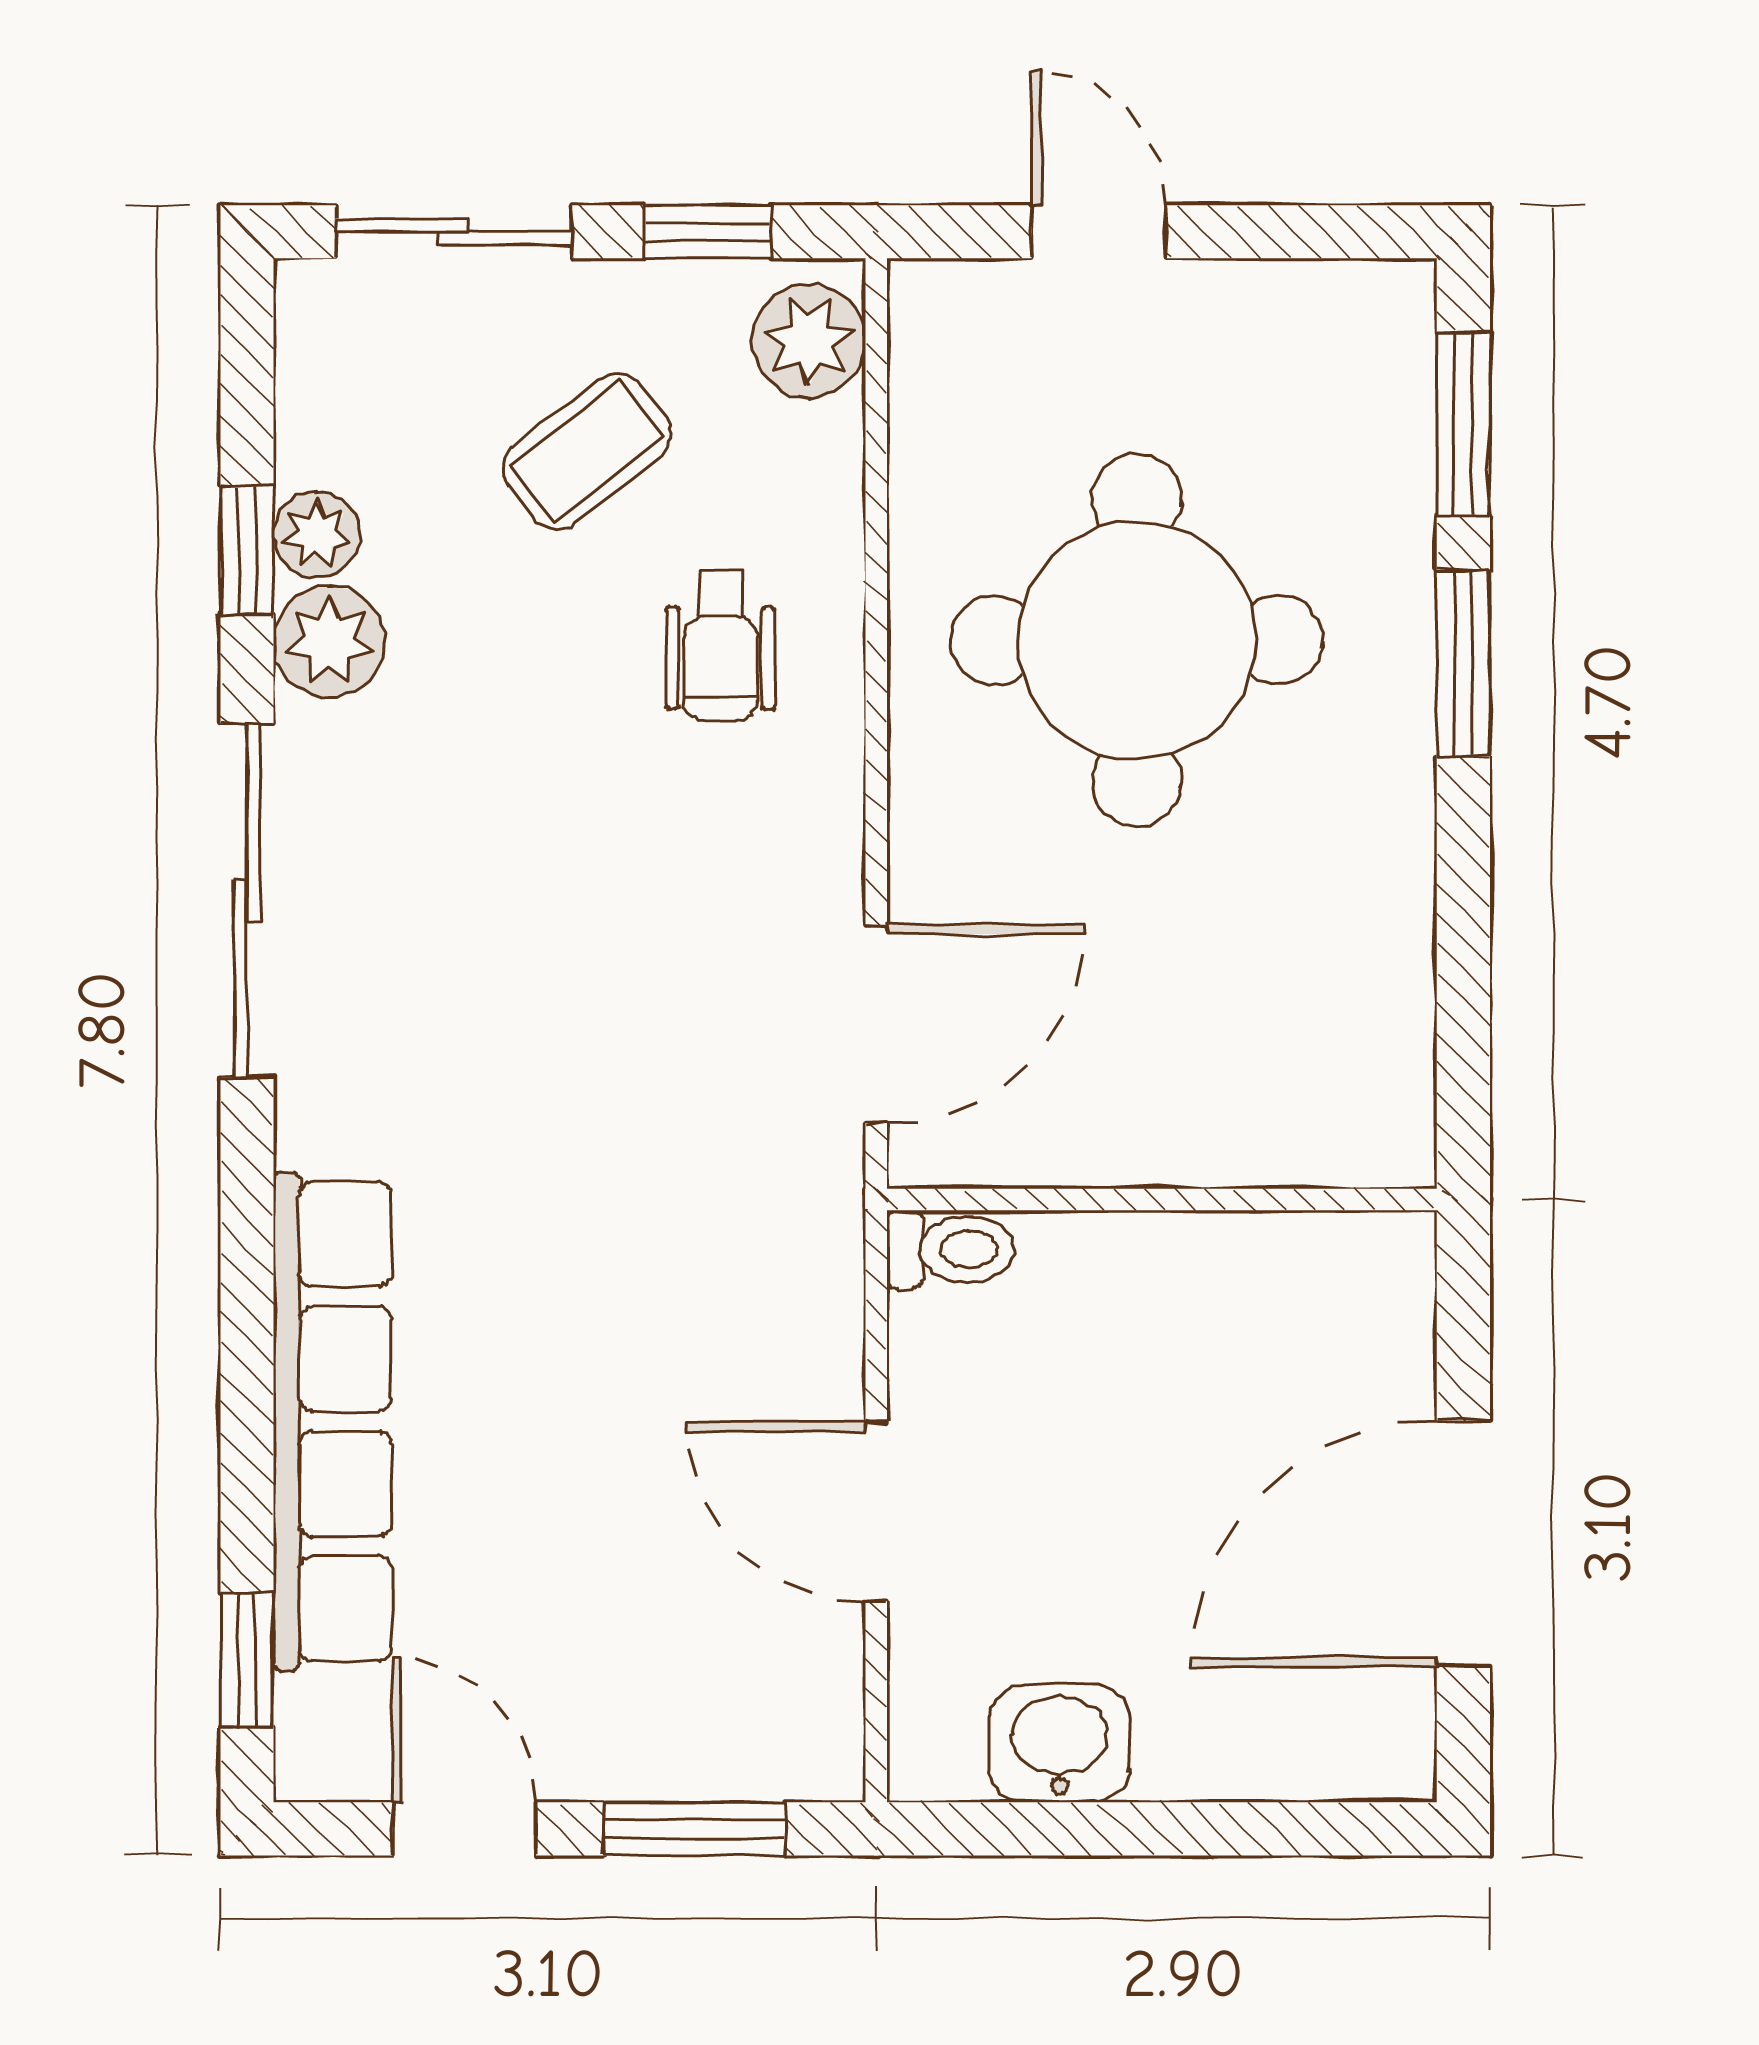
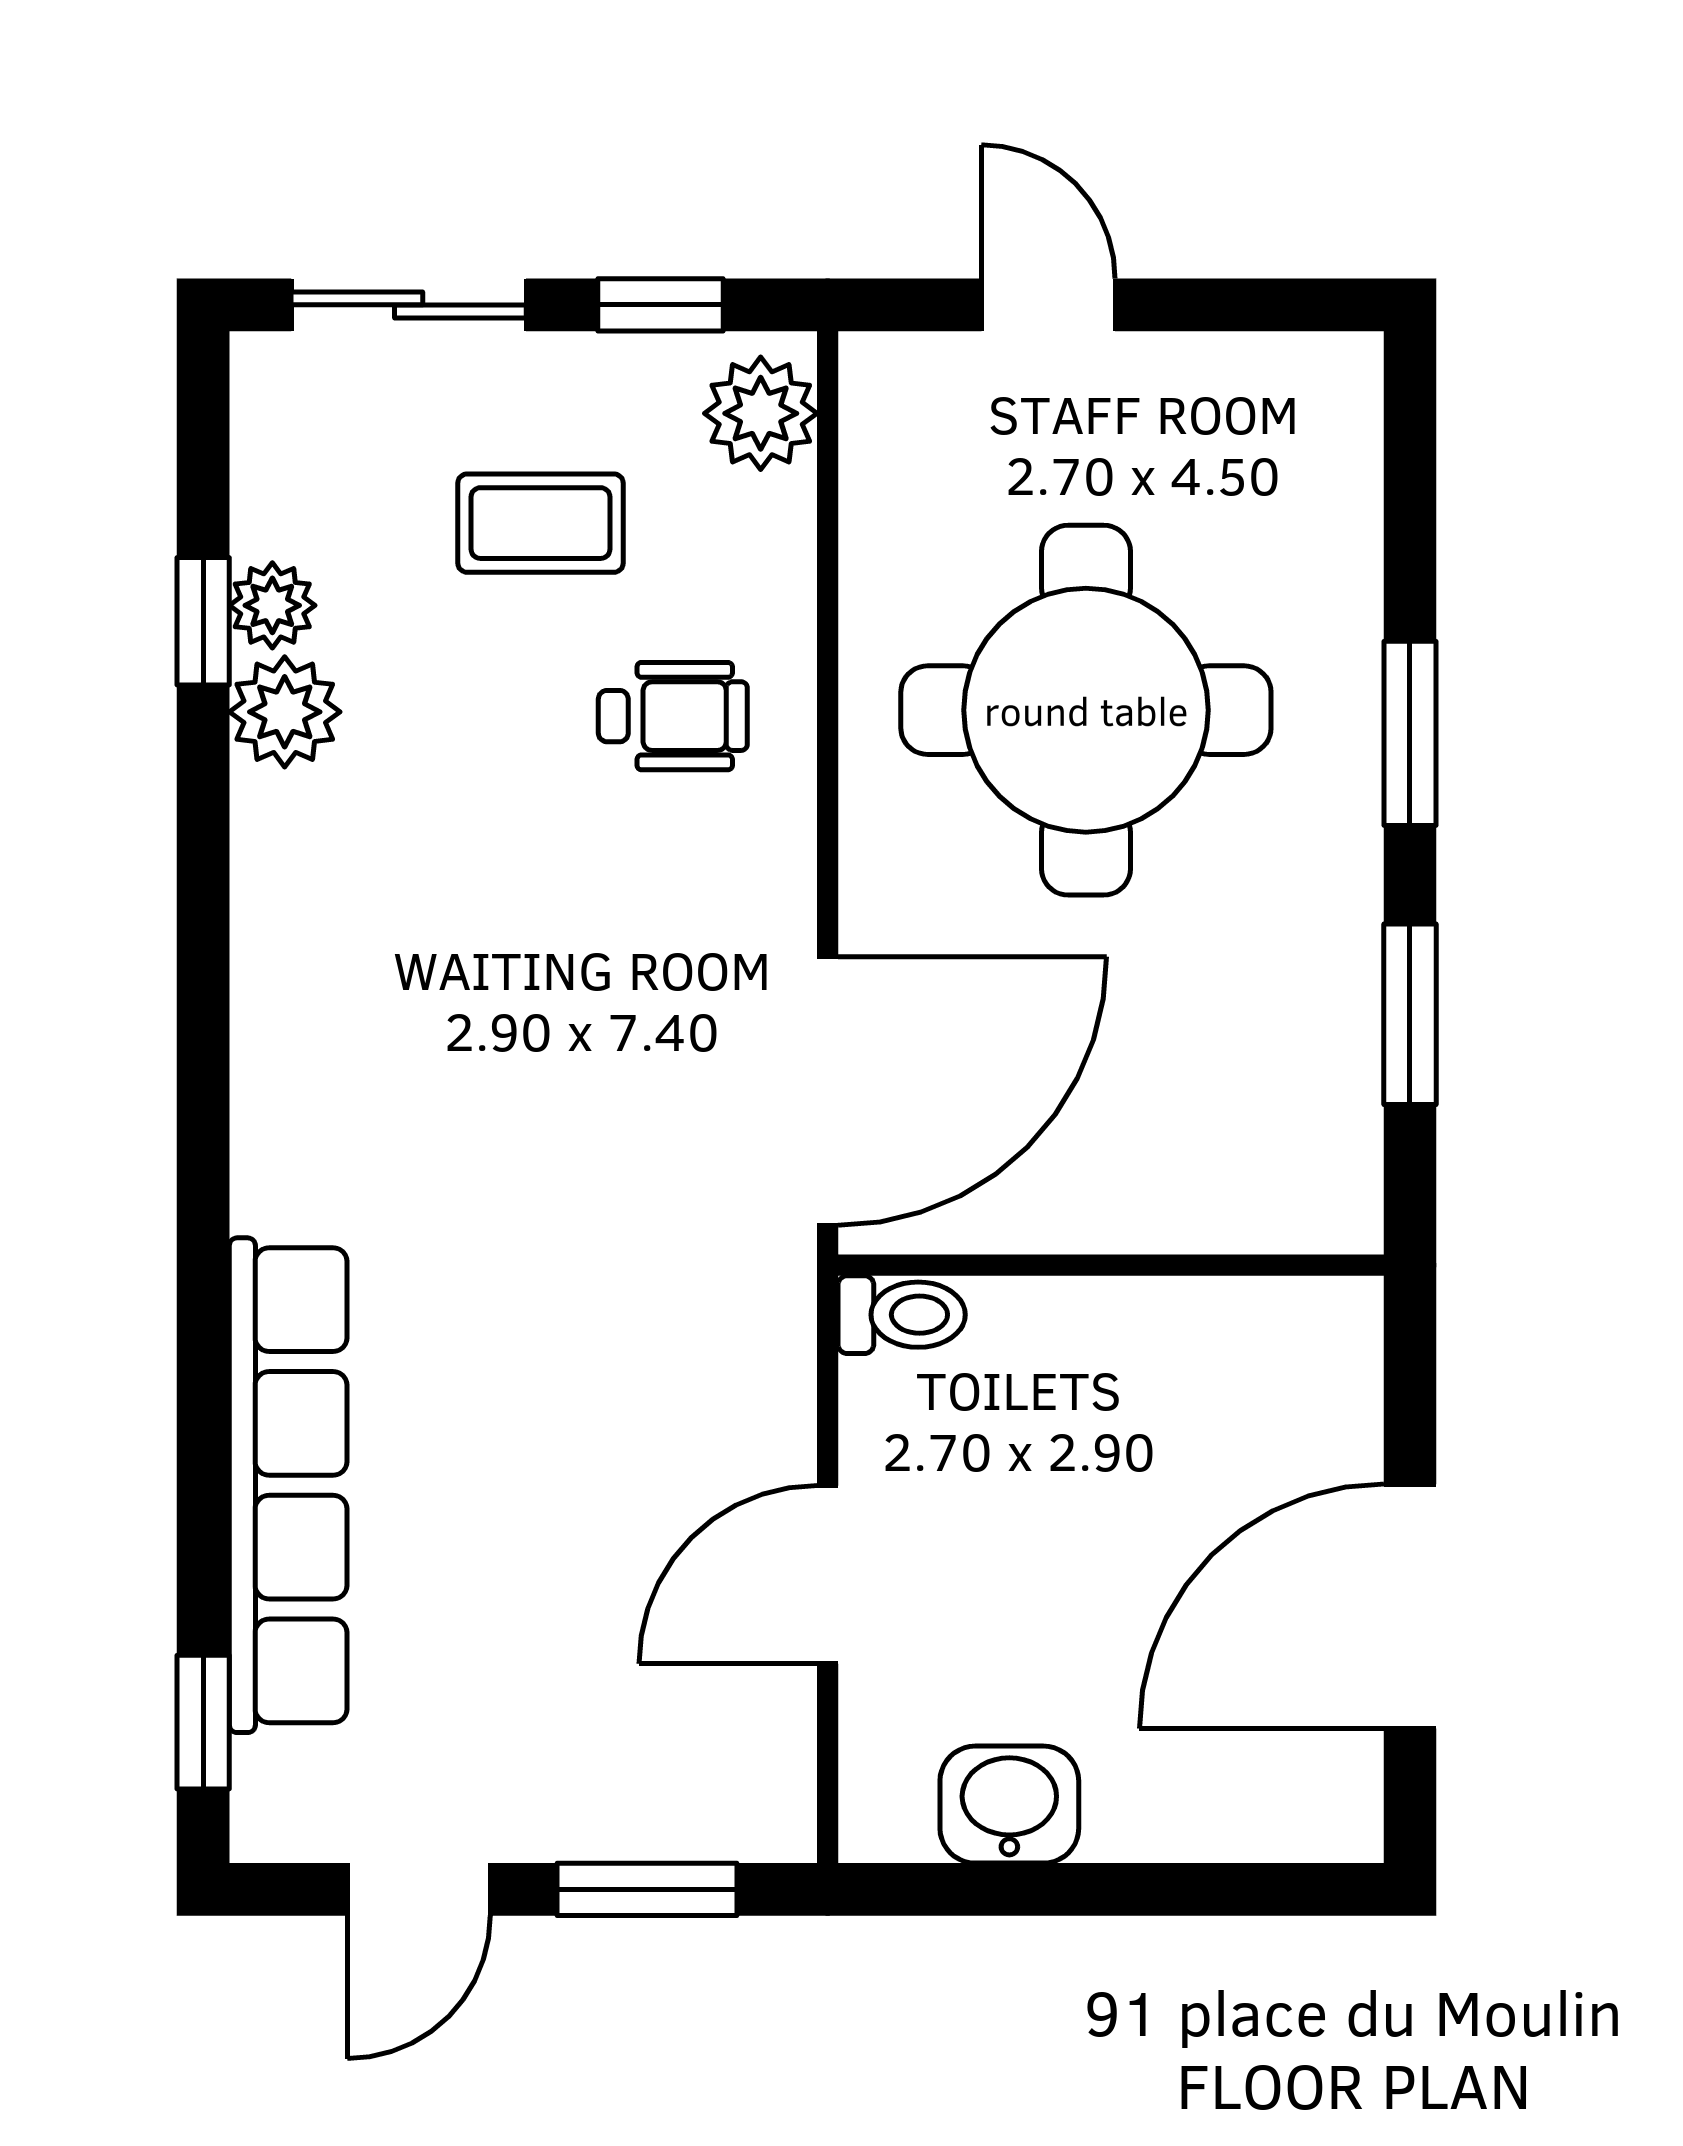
window: (1463, 424) -> (1410, 1014), moved
coffee table: (587, 452) -> (541, 523), turned 38
wheelchair: (720, 646) -> (673, 716), turned -90
sliding door: (247, 901) -> (203, 968), removed
door: (876, 1024) -> (828, 1091), width x1.36
door: (876, 1512) -> (828, 1575), hinge flipped
door: (464, 1829) -> (419, 1889), swing flipped

